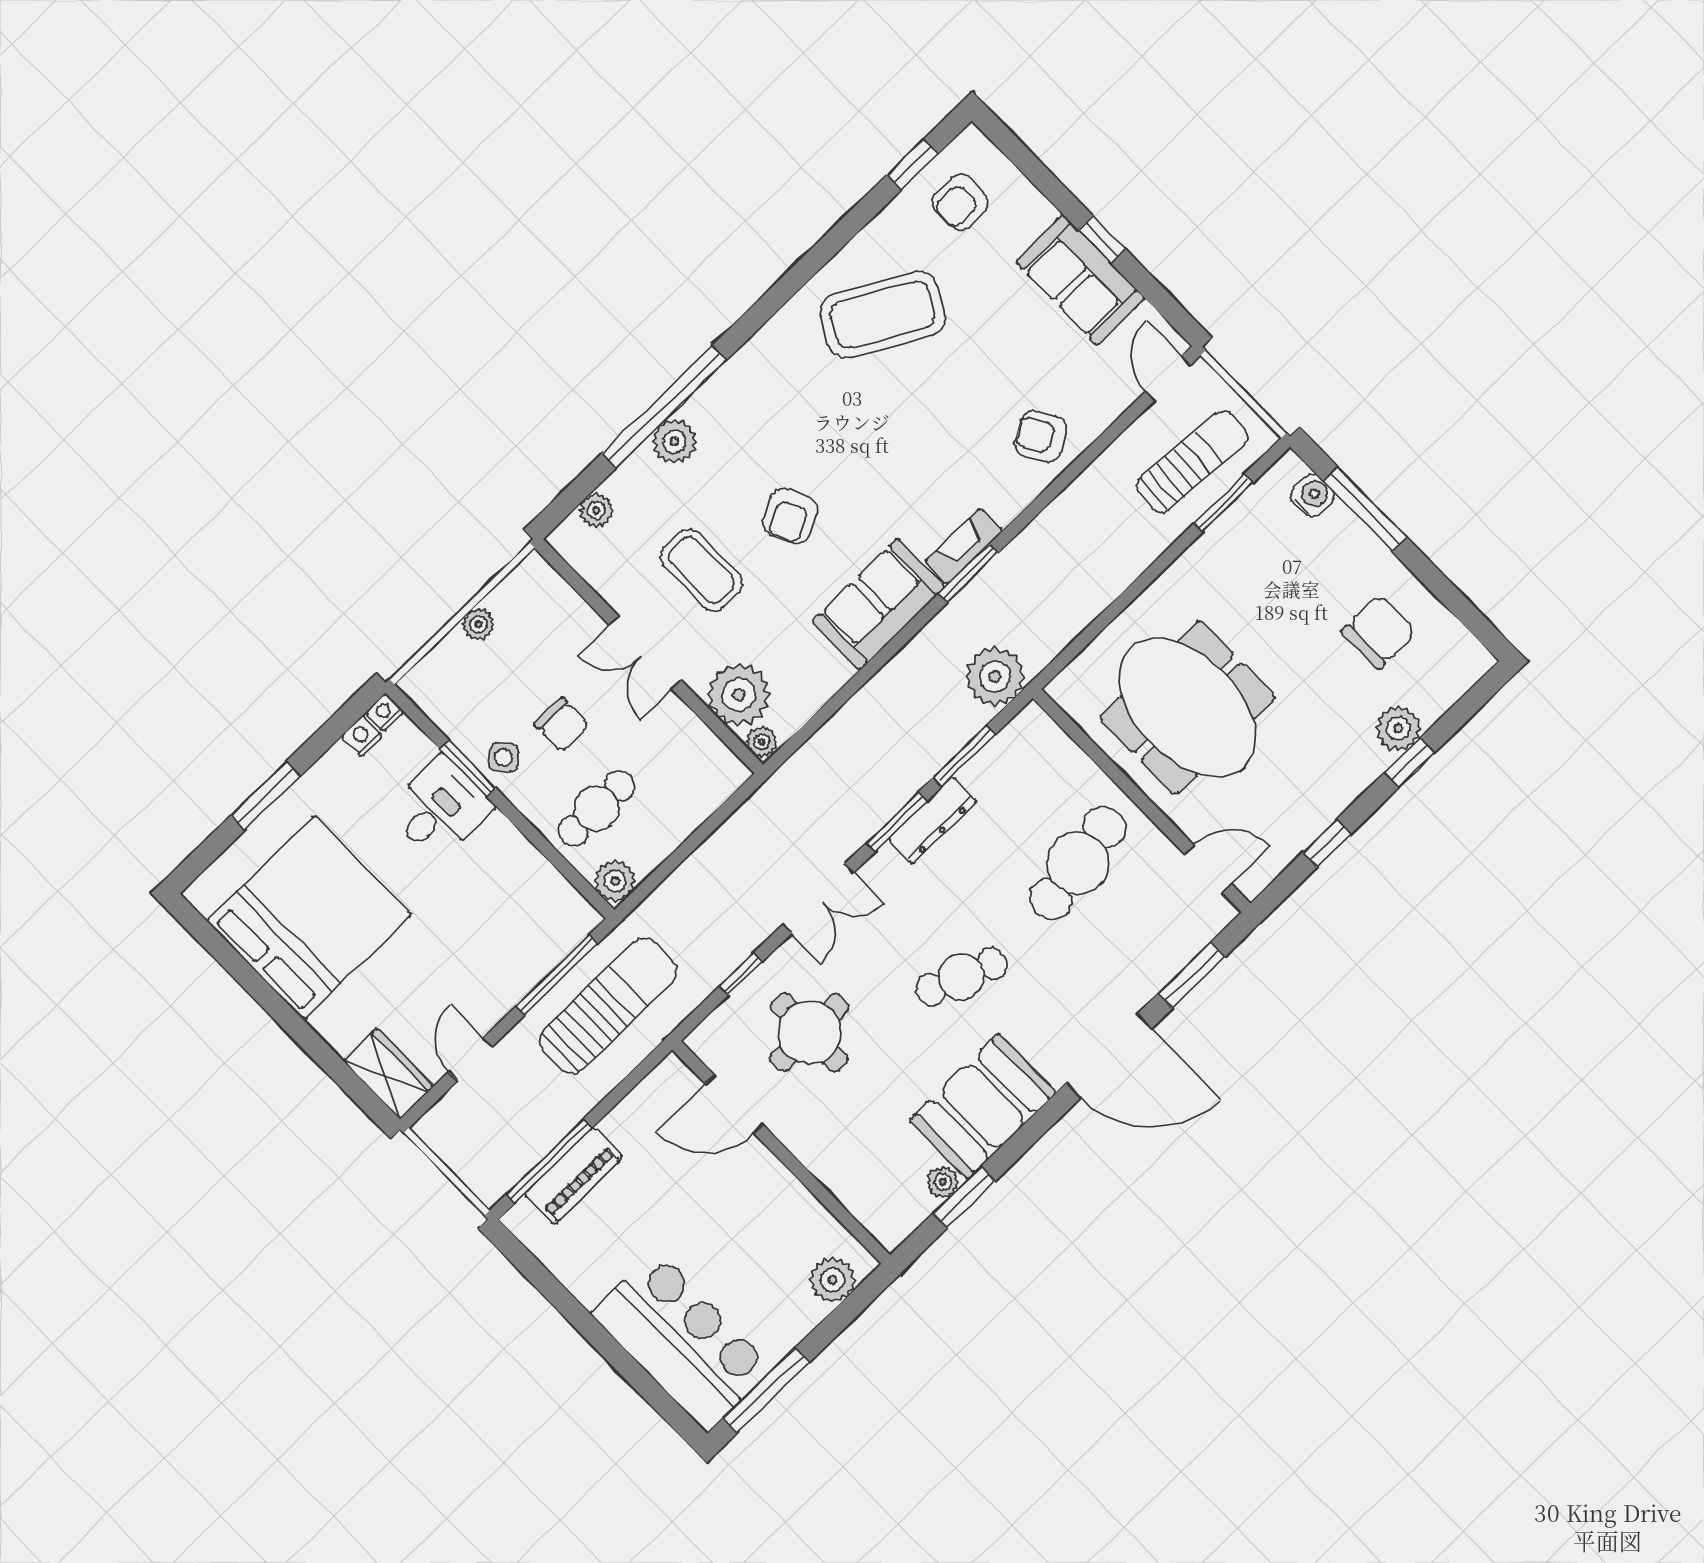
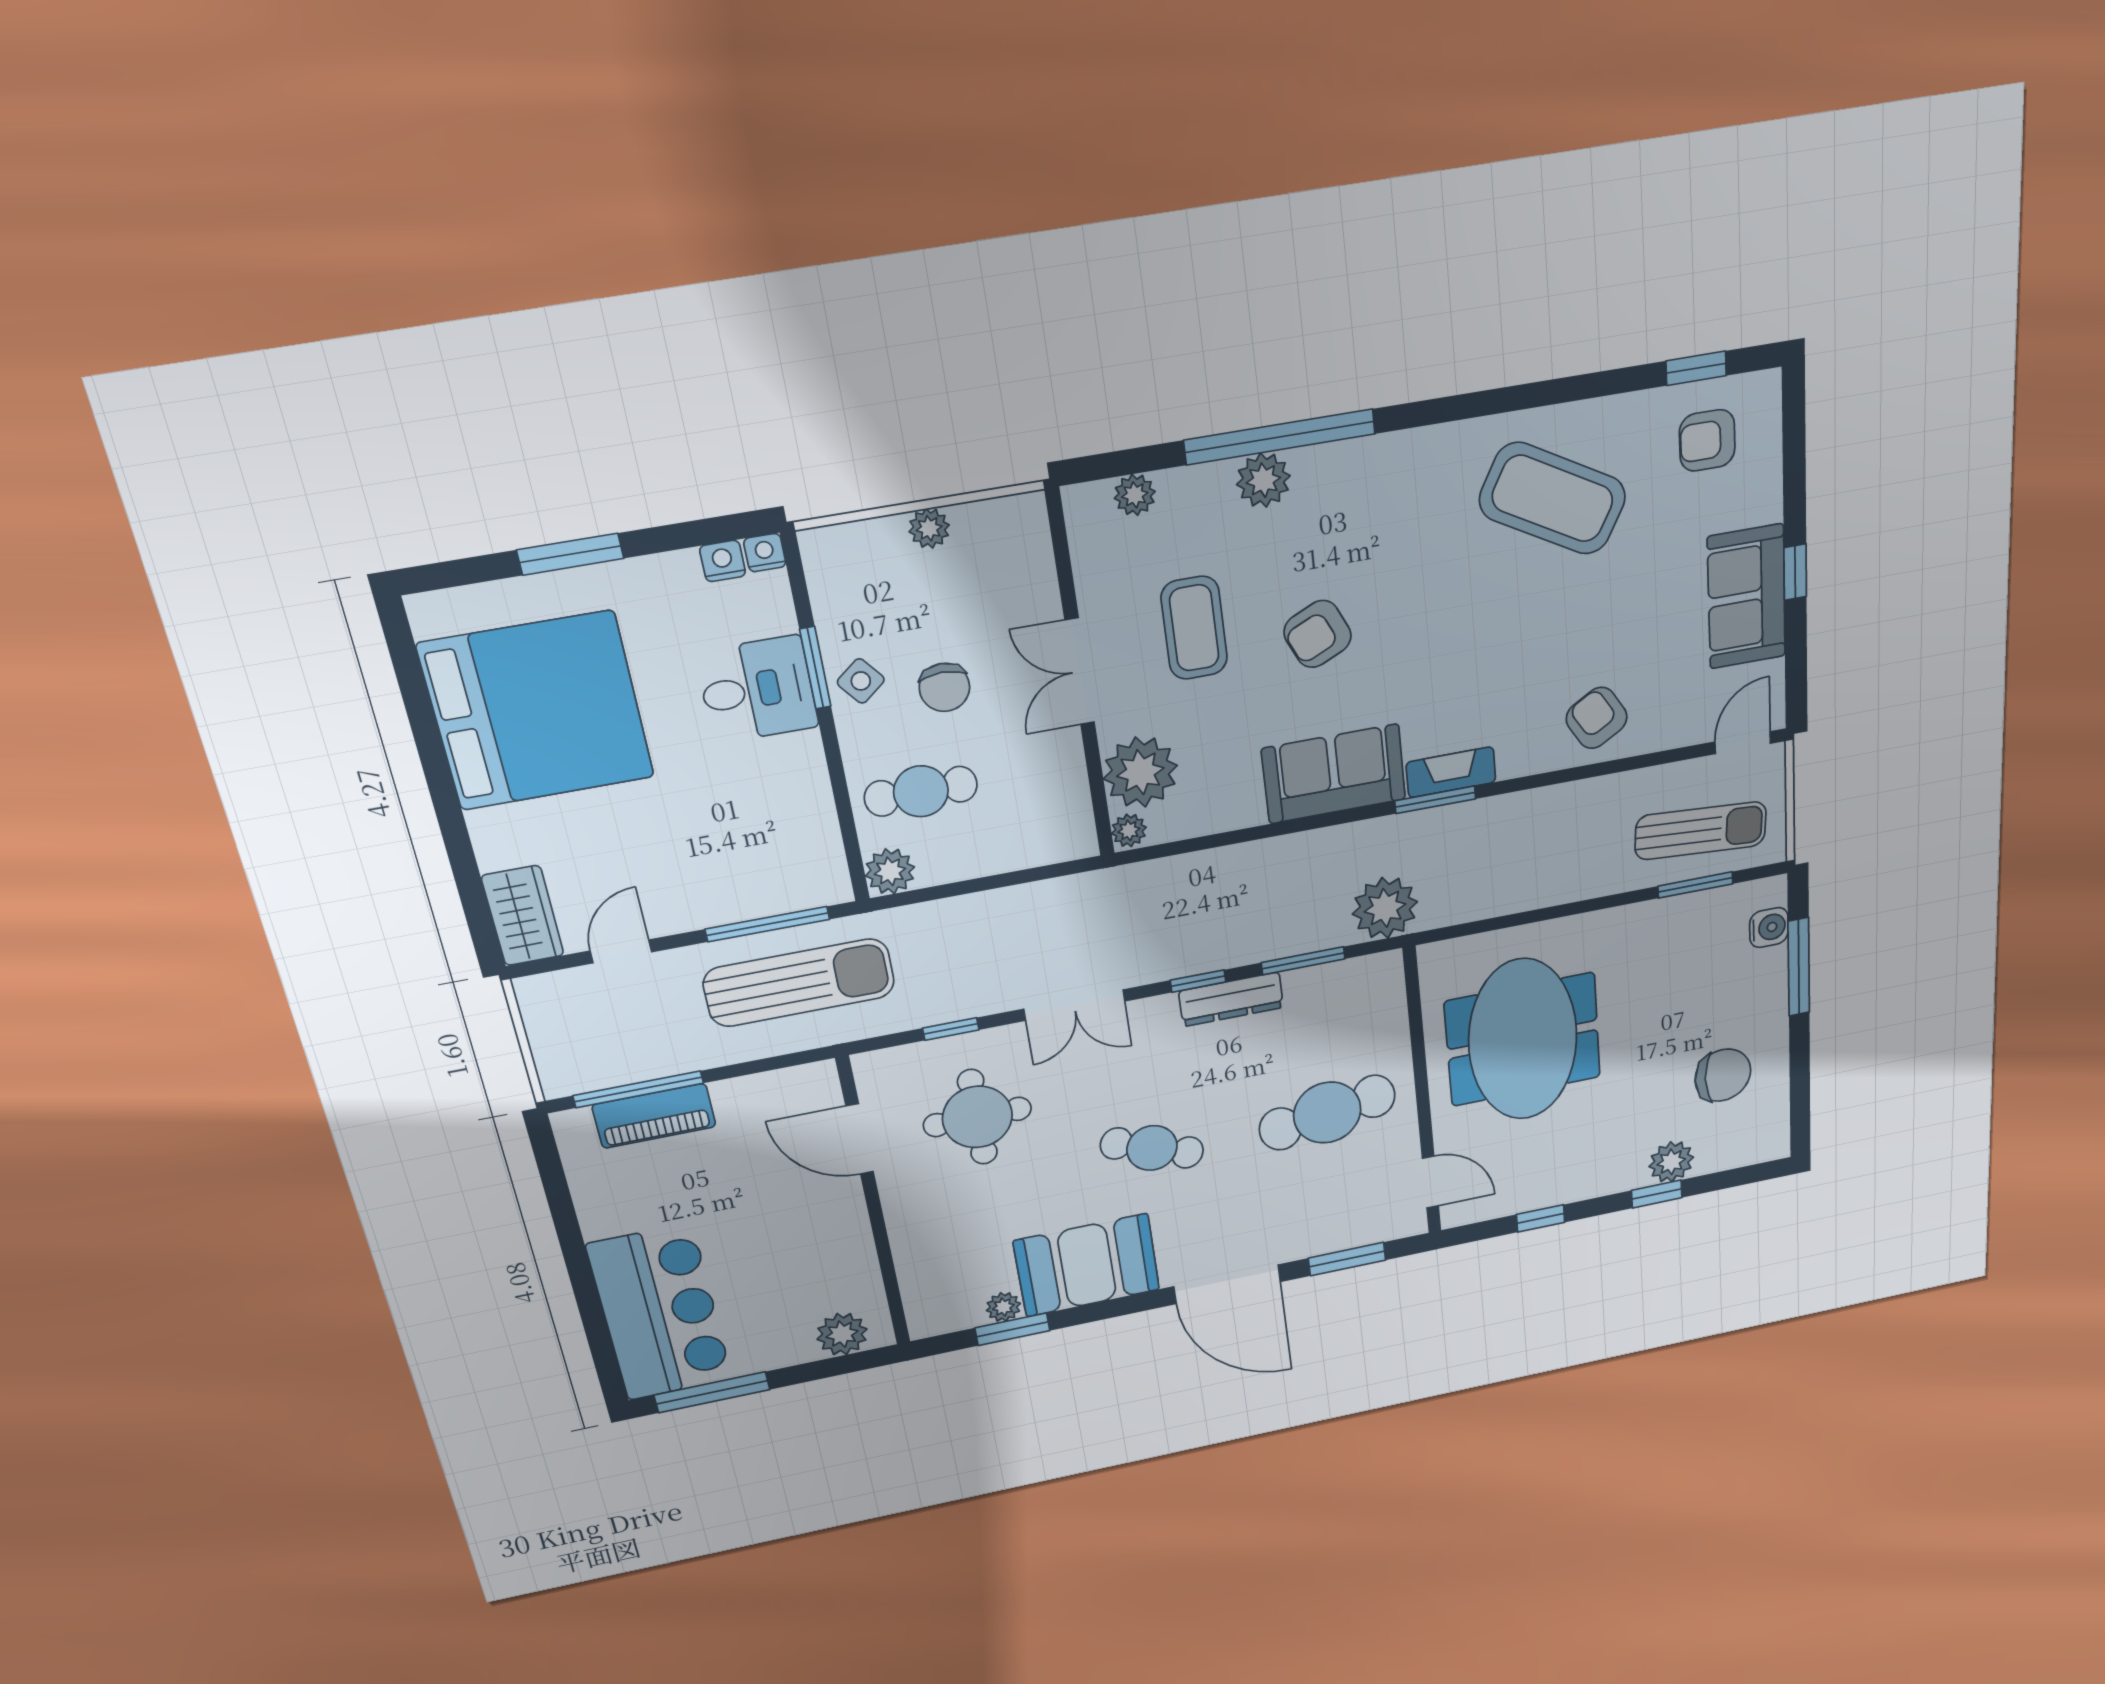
window: (897, 822) -> (1198, 981), width x0.67

